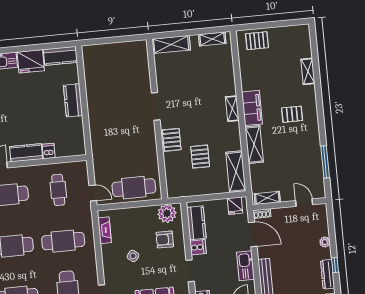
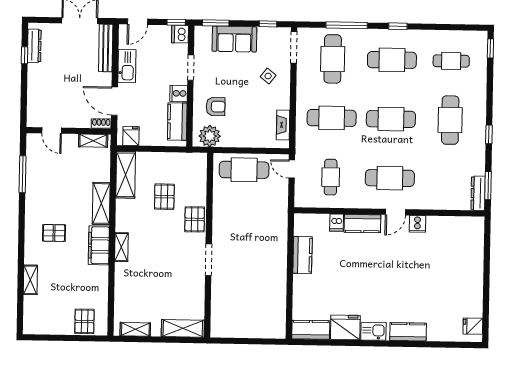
pallet: (257, 41) -> (84, 321), turned 90
kitchen counter: (73, 100) -> (302, 255), moved
plant: (325, 242) -> (33, 83), removed
side table: (133, 256) -> (268, 76), moved

